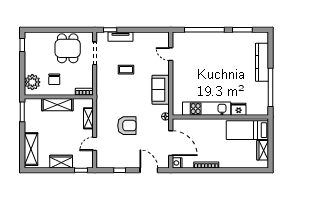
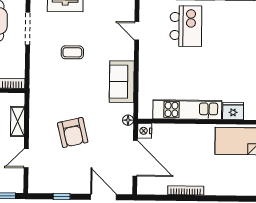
kitchen island: (205, 50) -> (186, 26), added
armchair: (127, 126) -> (73, 133), turned 77
nightstand: (177, 163) -> (145, 131), moved

